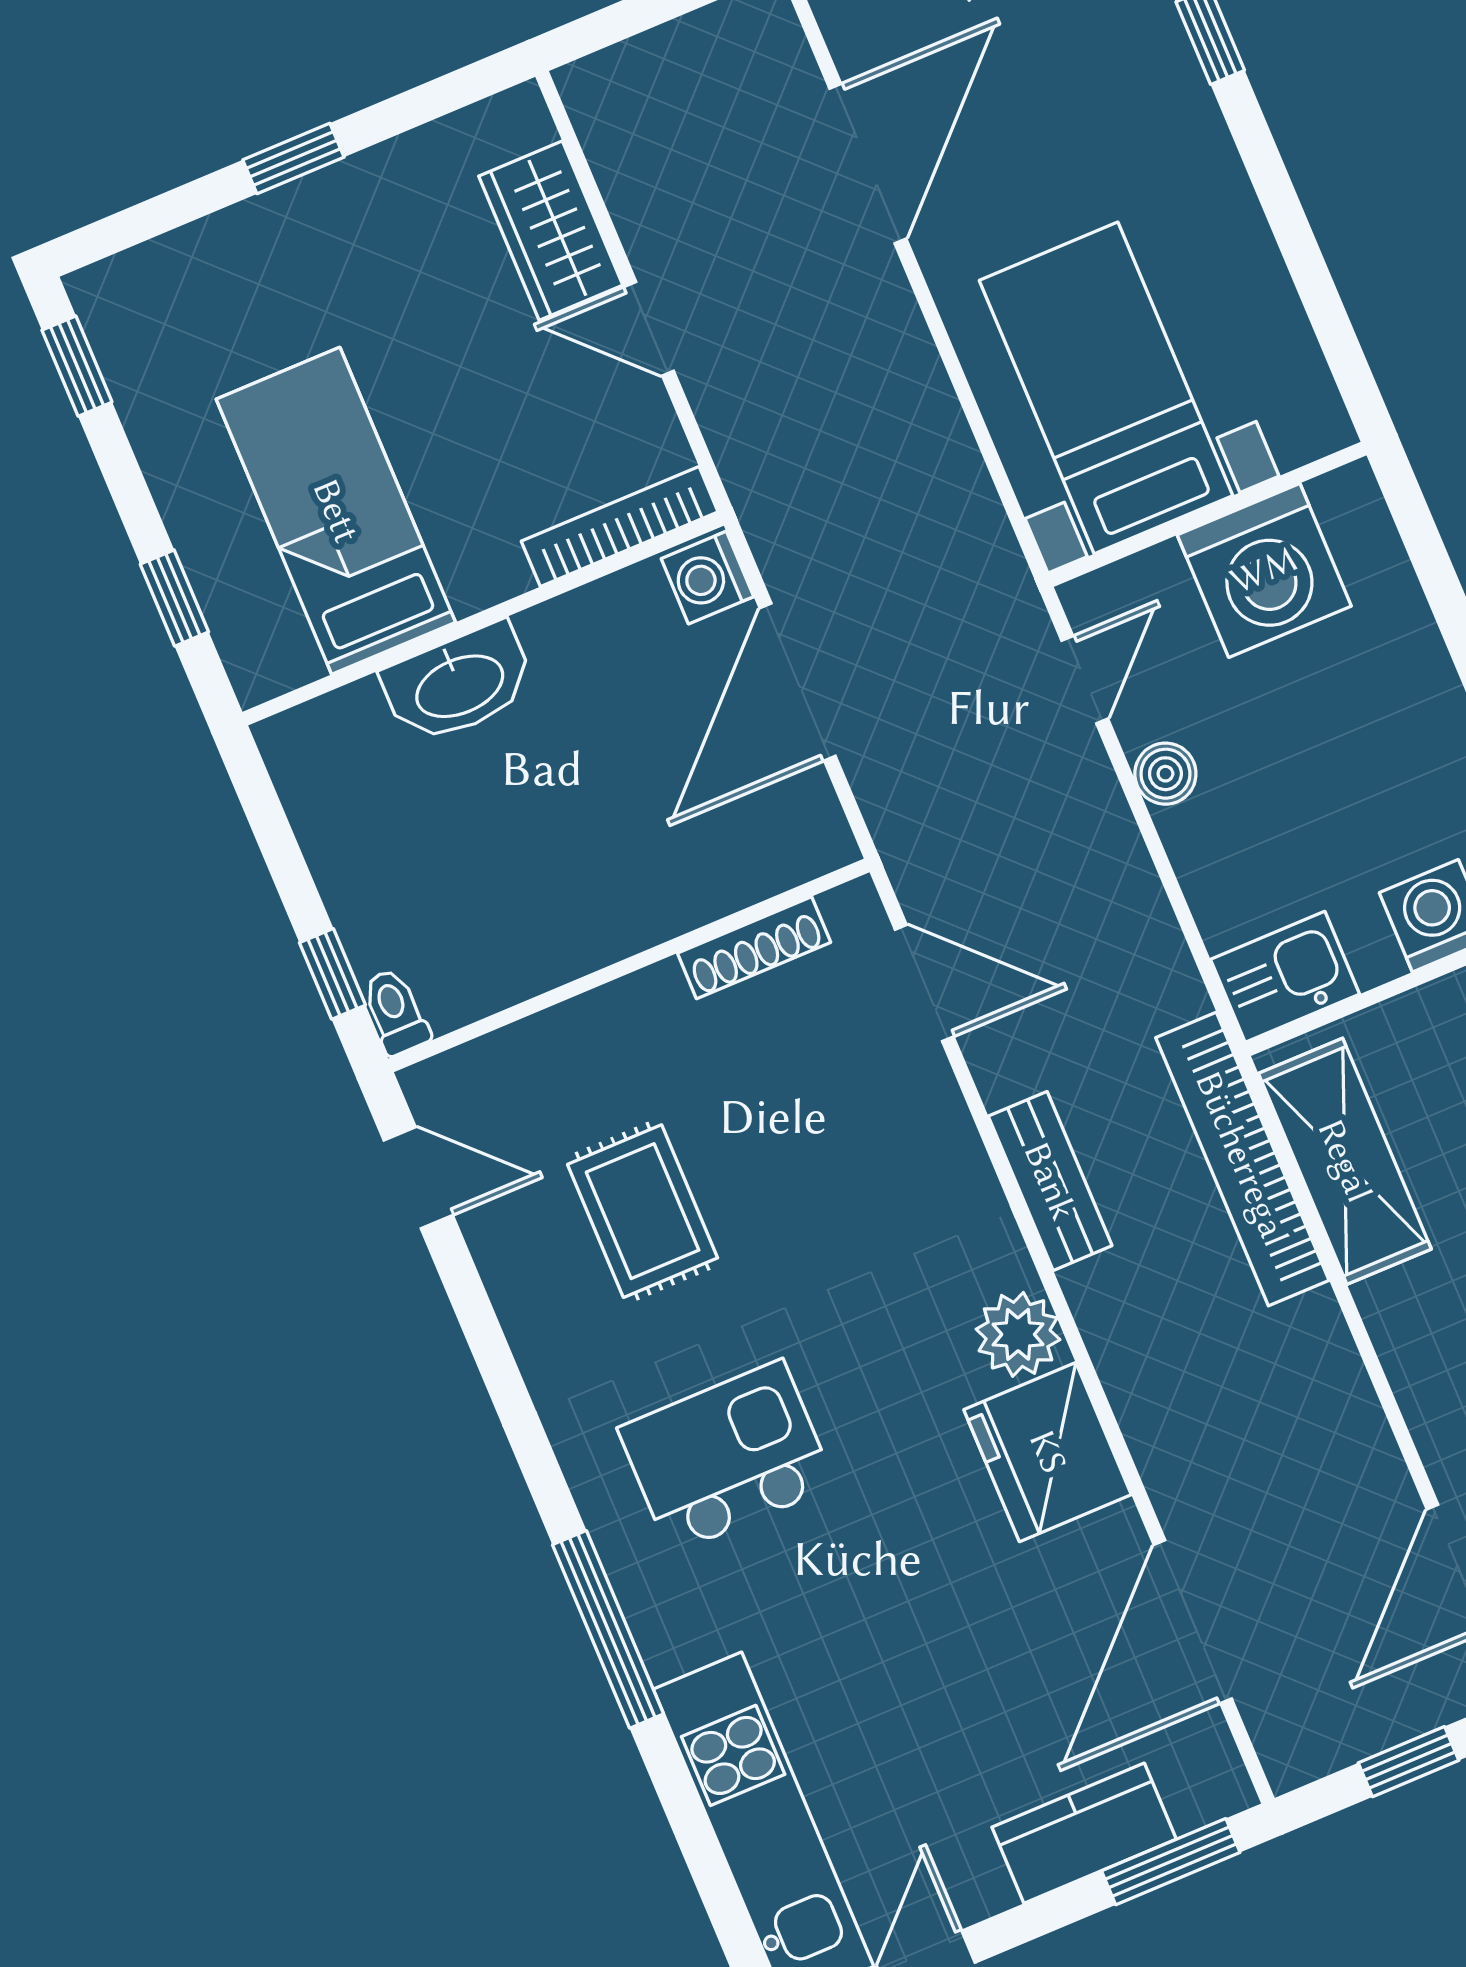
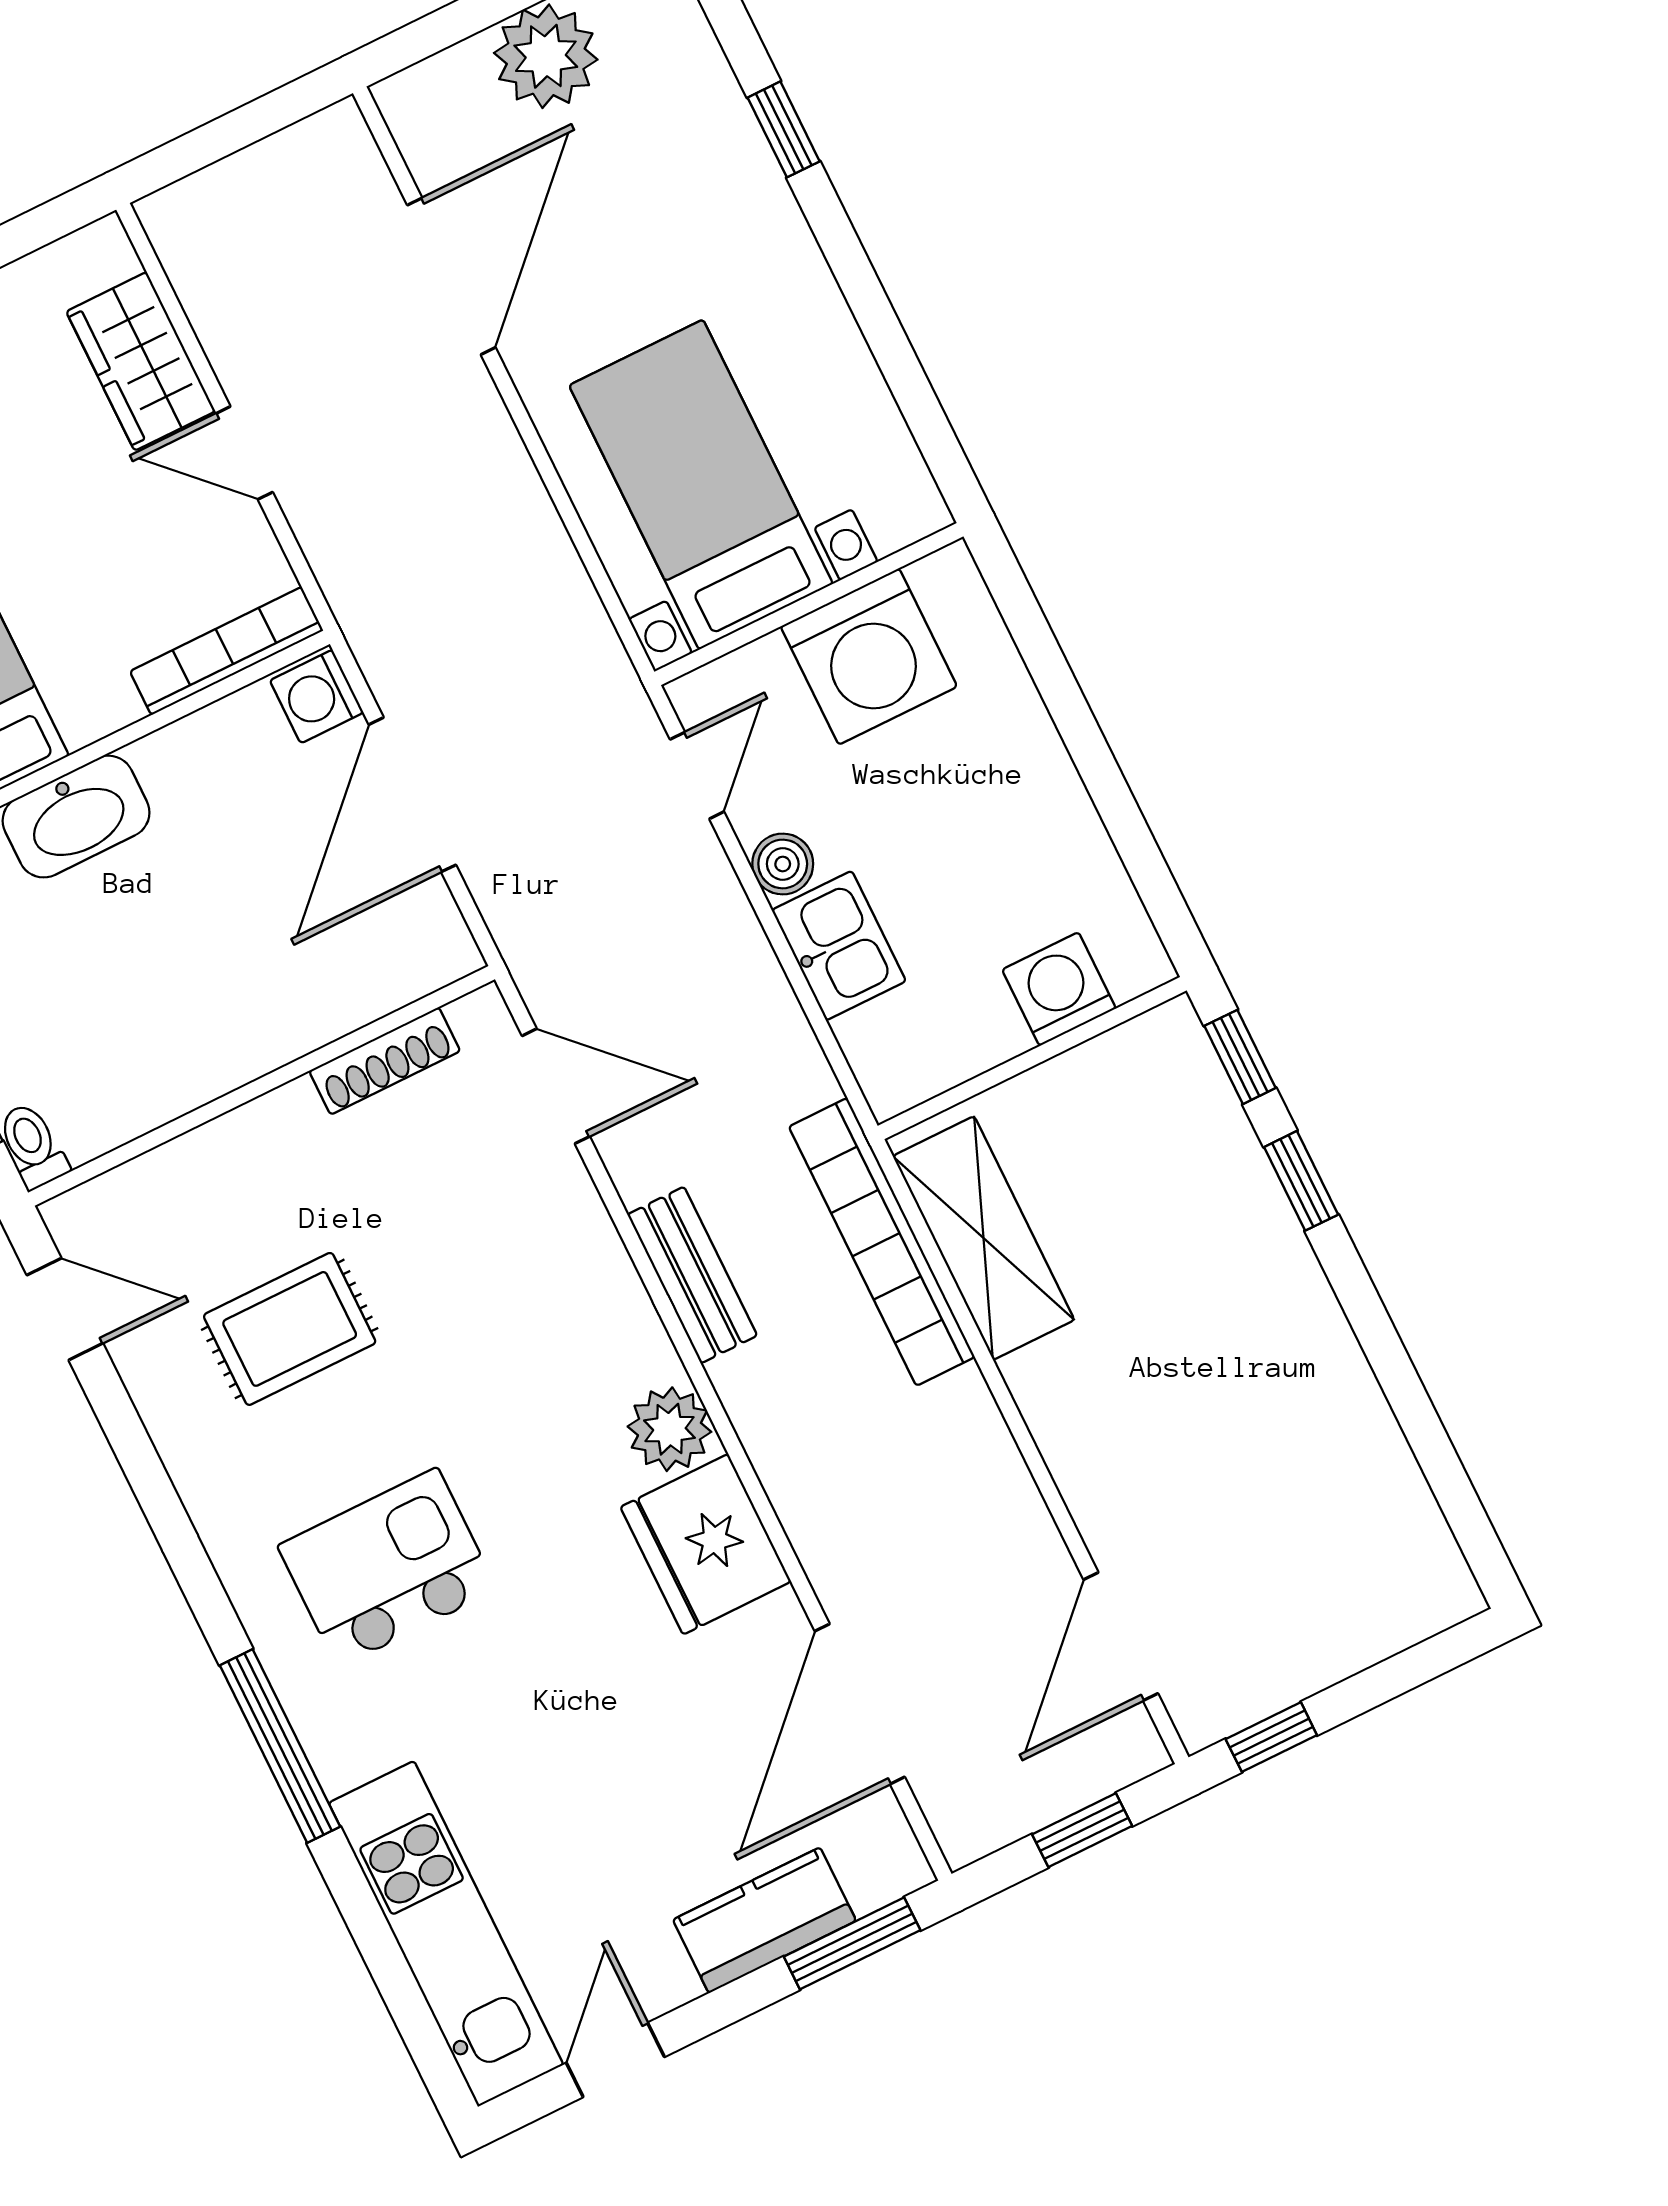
kitchen sink: (1285, 977) -> (839, 946), moved, turned 90
rug: (643, 1211) -> (290, 1329), turned 90

